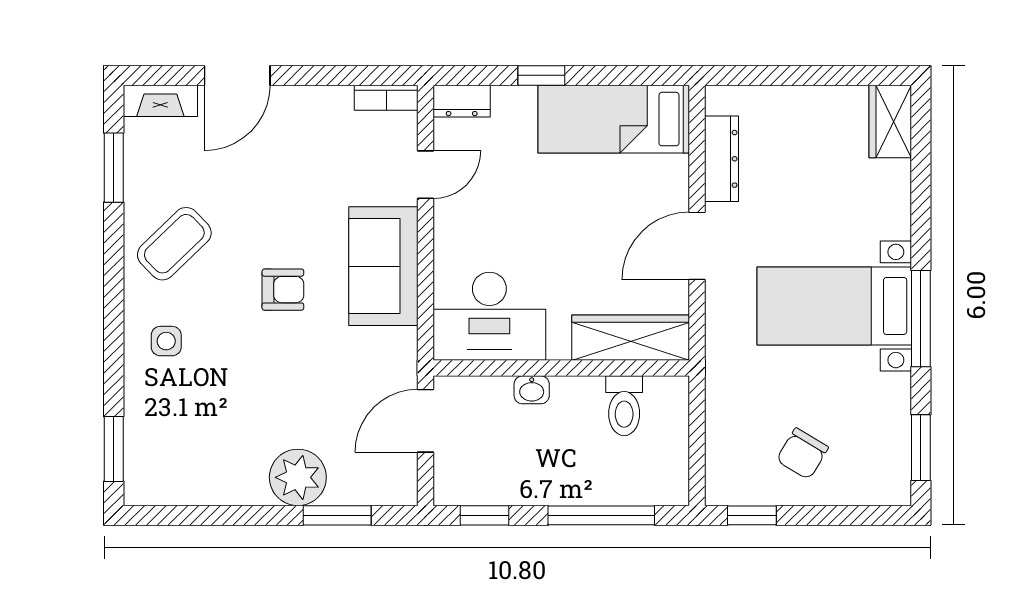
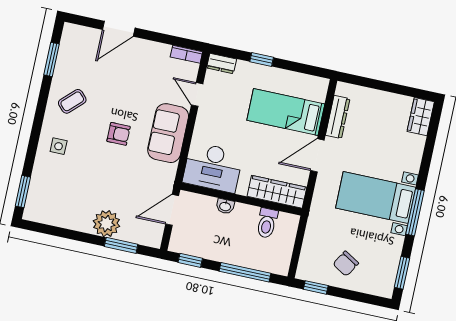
fireplace: (160, 101) -> (80, 33), removed
bed: (614, 119) -> (286, 112), moved
door: (425, 175) -> (197, 94), swing flipped
coffee table: (174, 244) -> (72, 101), width x0.73, depth x0.77

